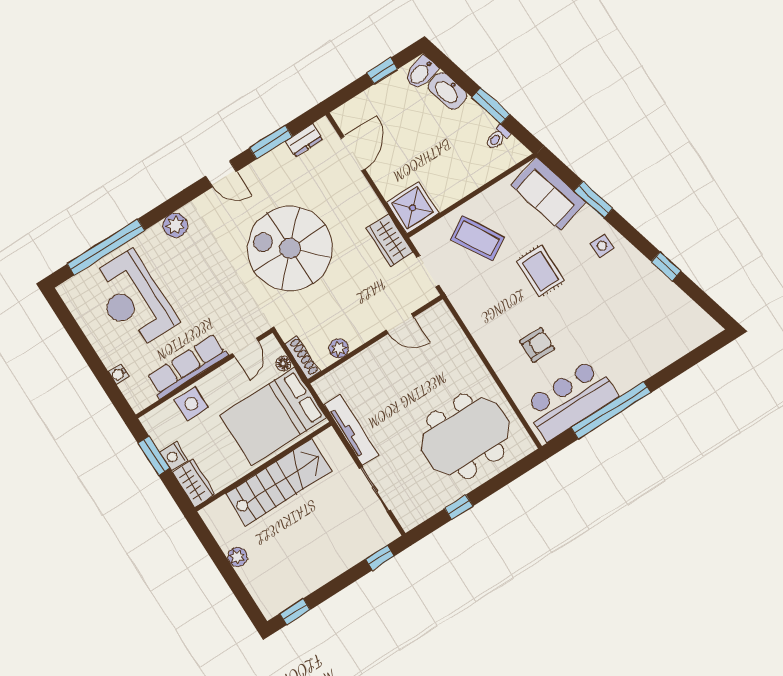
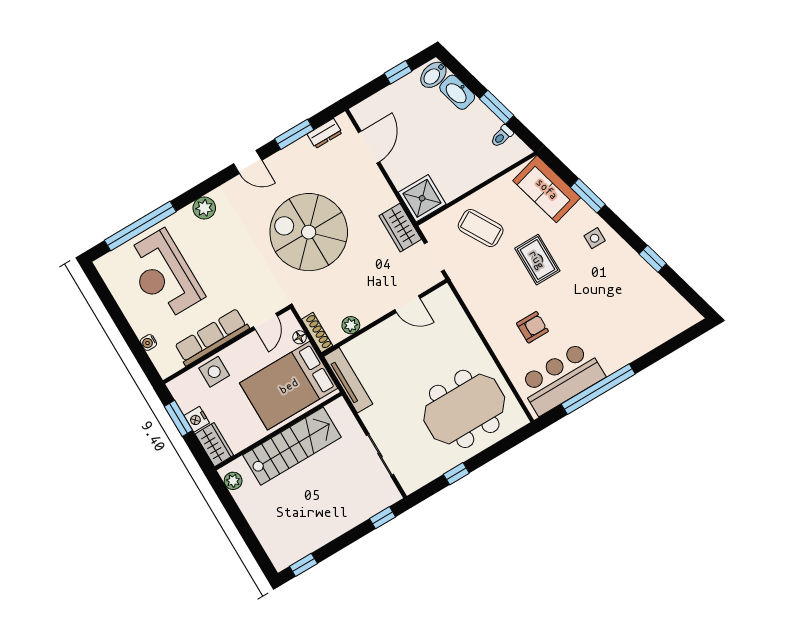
tv unit: (351, 430) -> (348, 380), moved
plant: (237, 557) -> (233, 481), moved

